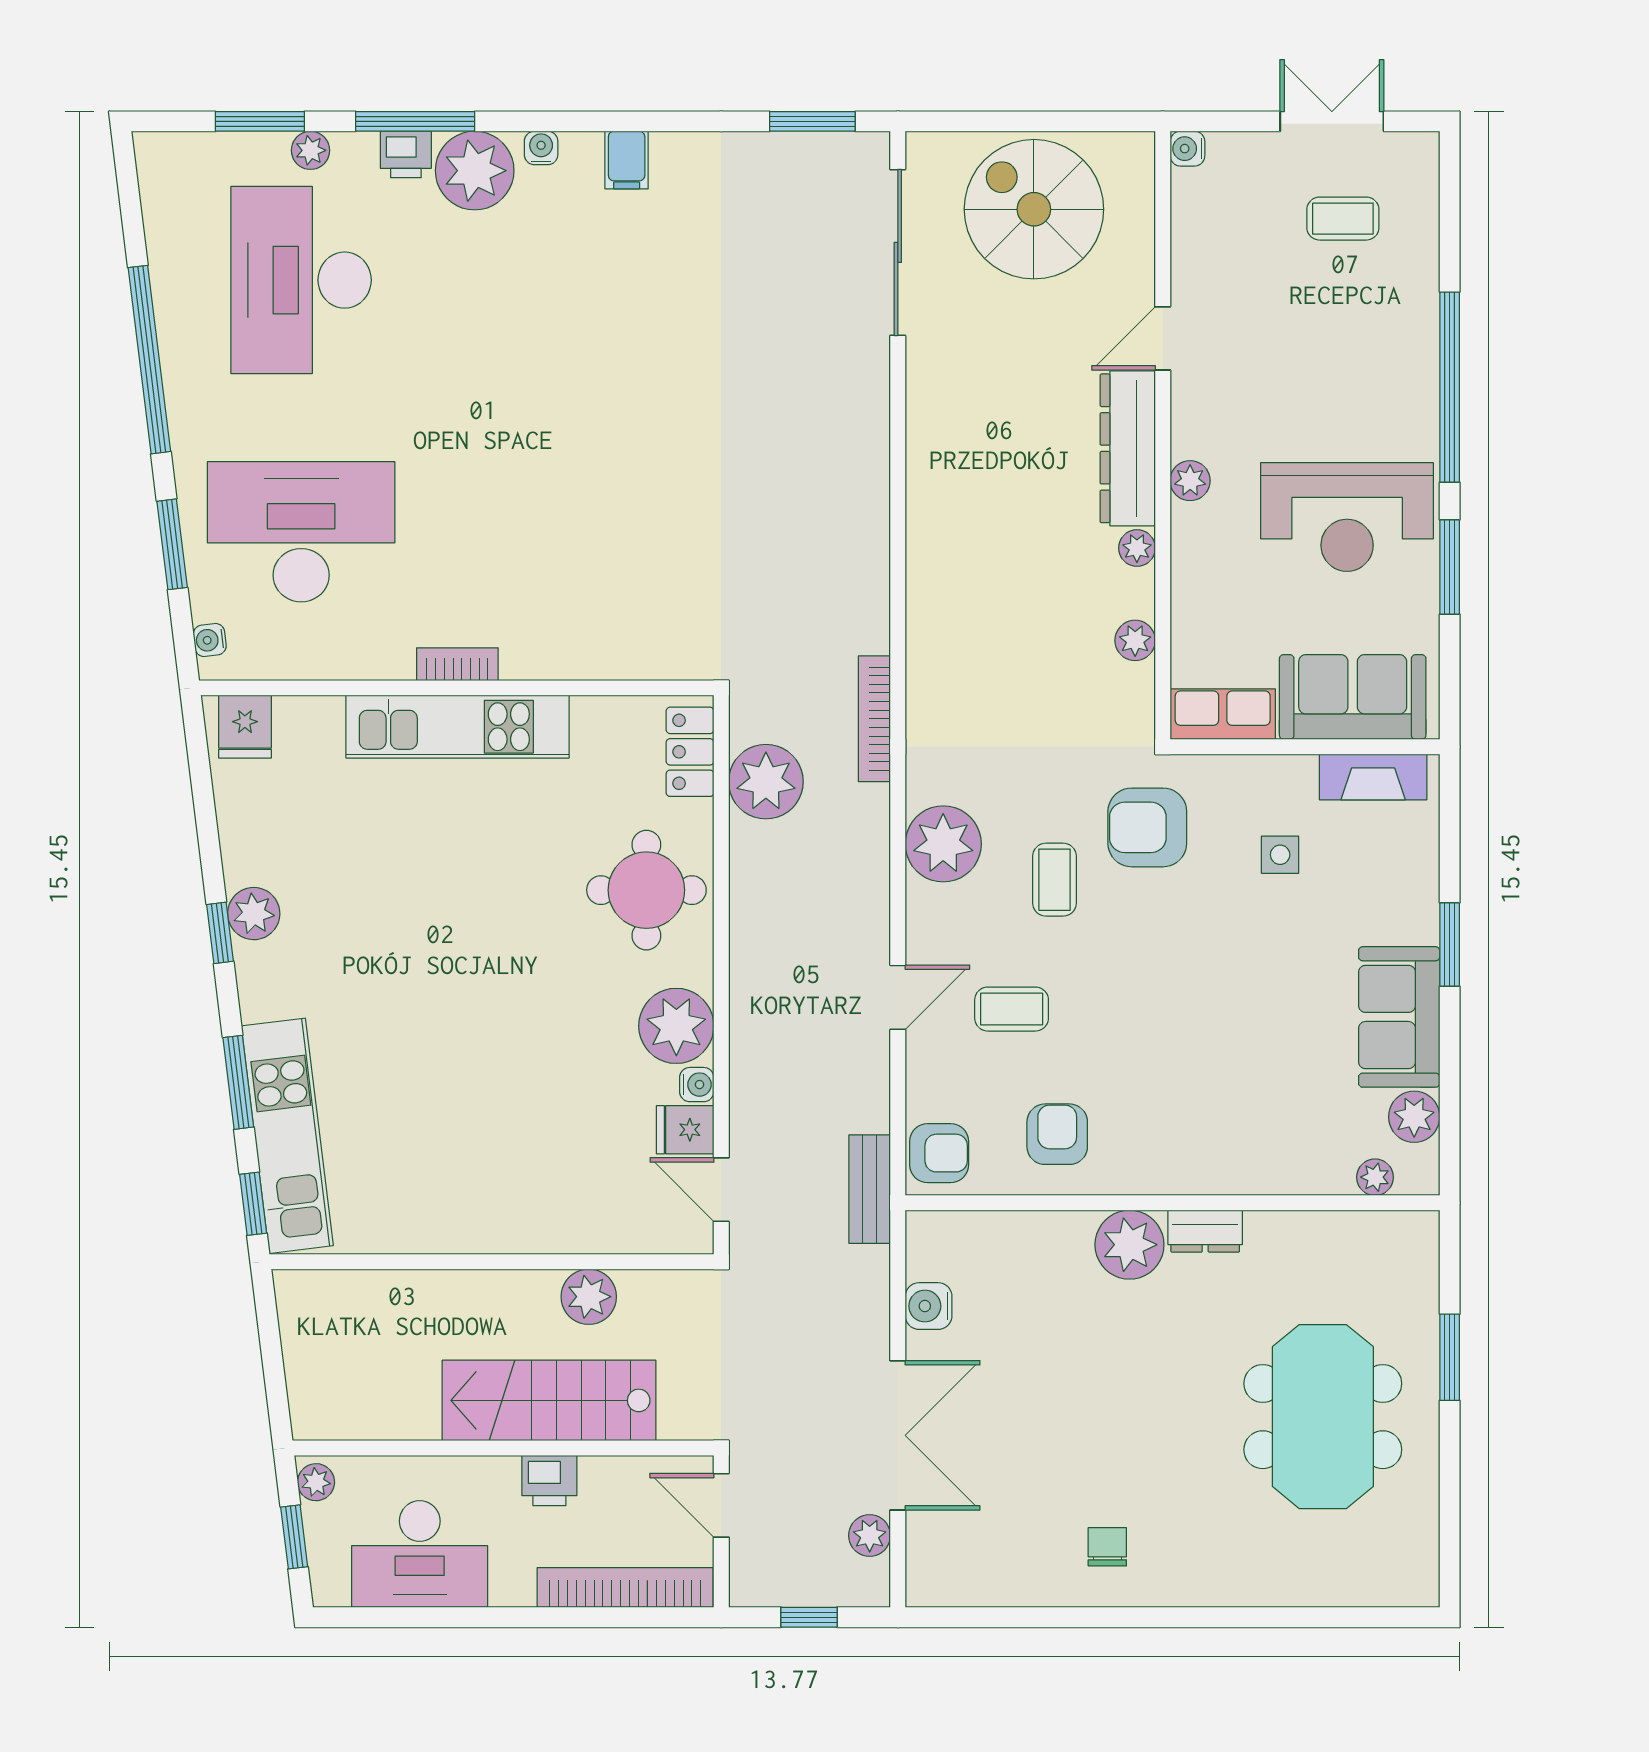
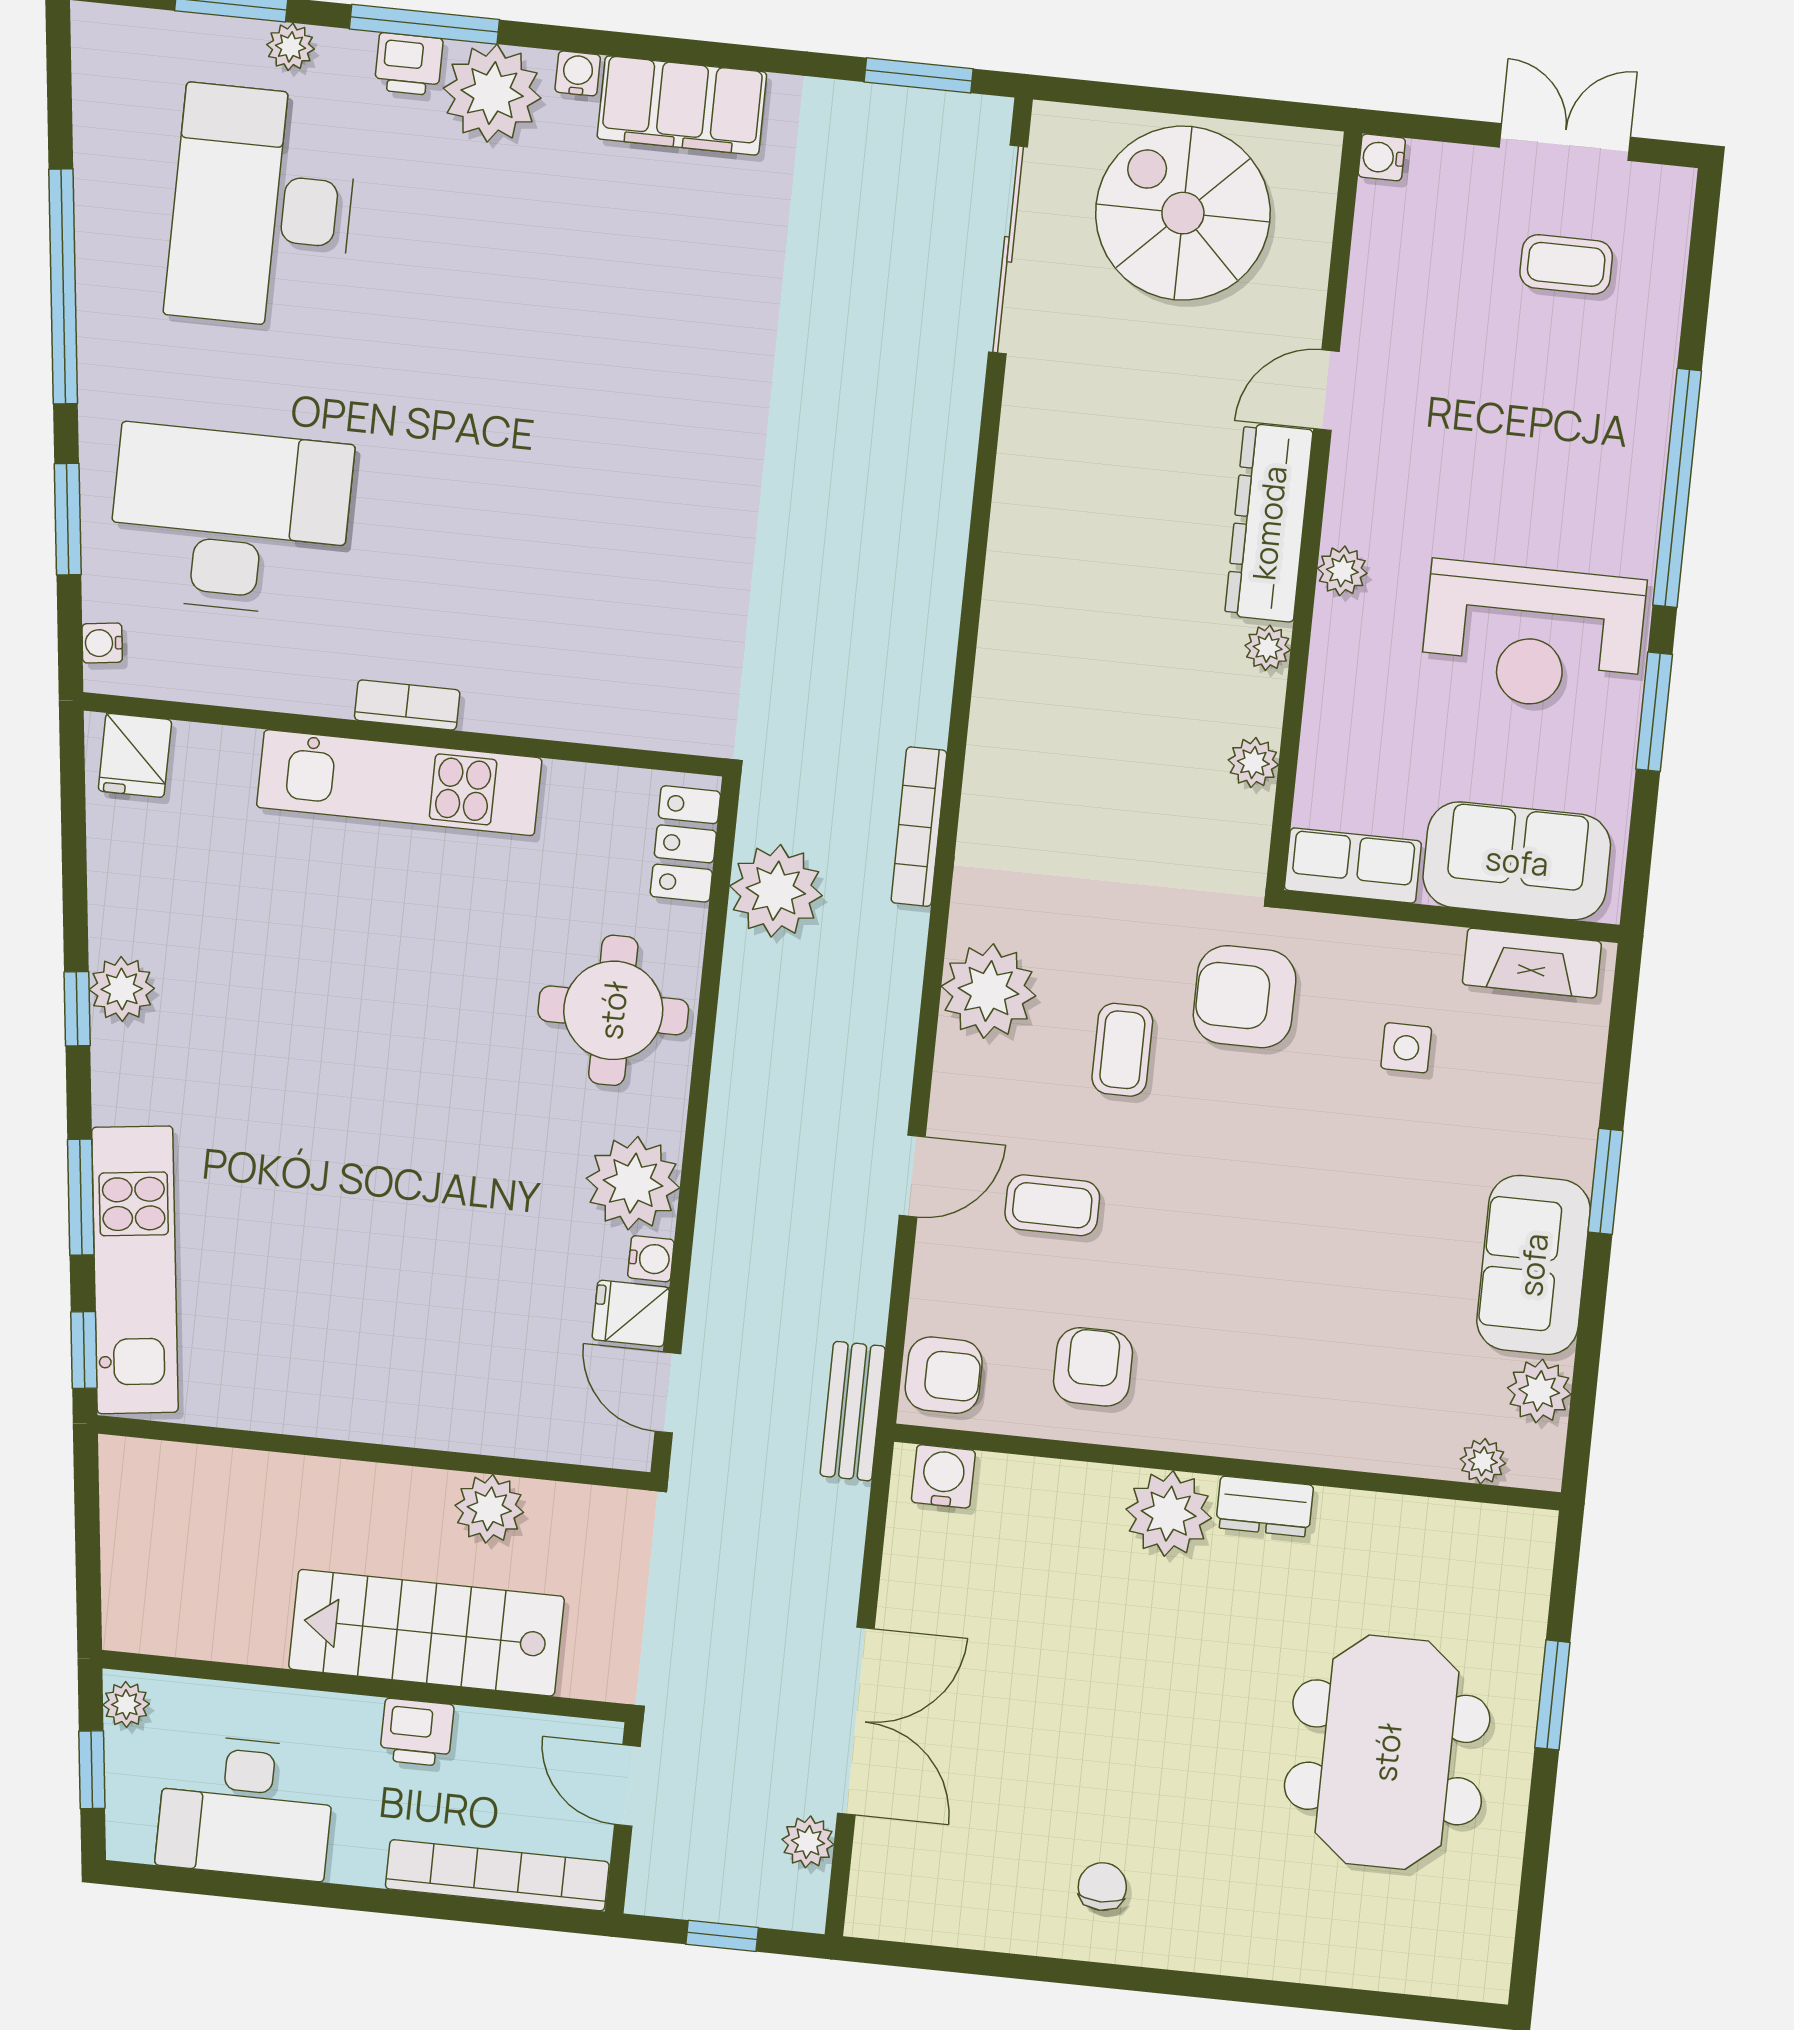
filing cabinet: (627, 160) -> (682, 106), width x3.00, depth x1.17
water cooler: (929, 1306) -> (943, 1476), moved, turned 90

